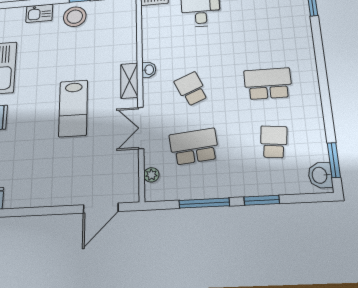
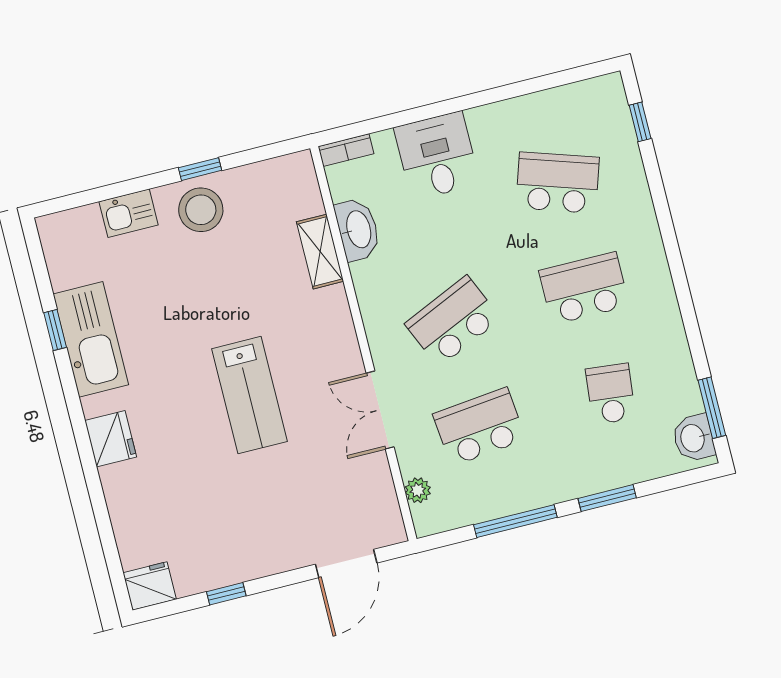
school desk: (262, 30) -> (558, 183), added
washbasin: (149, 70) -> (358, 230), moved, width x1.91, depth x1.45
shelving: (129, 81) -> (320, 252), moved
school desk: (191, 89) -> (453, 321), width x1.85
window: (30, 212) -> (226, 594), added

